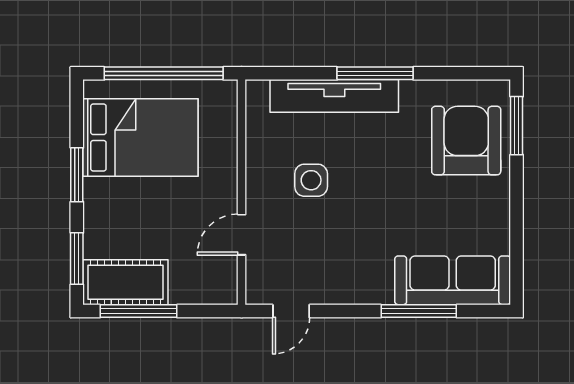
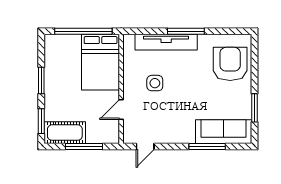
window: (517, 126) -> (254, 108), moved
bed: (140, 138) -> (101, 62), moved, turned 90
window: (139, 311) -> (84, 147), moved

